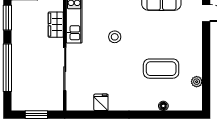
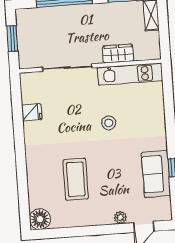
plant: (197, 82) -> (120, 218), moved
floor lamp: (163, 106) -> (40, 219), moved, width x1.89, depth x1.89

